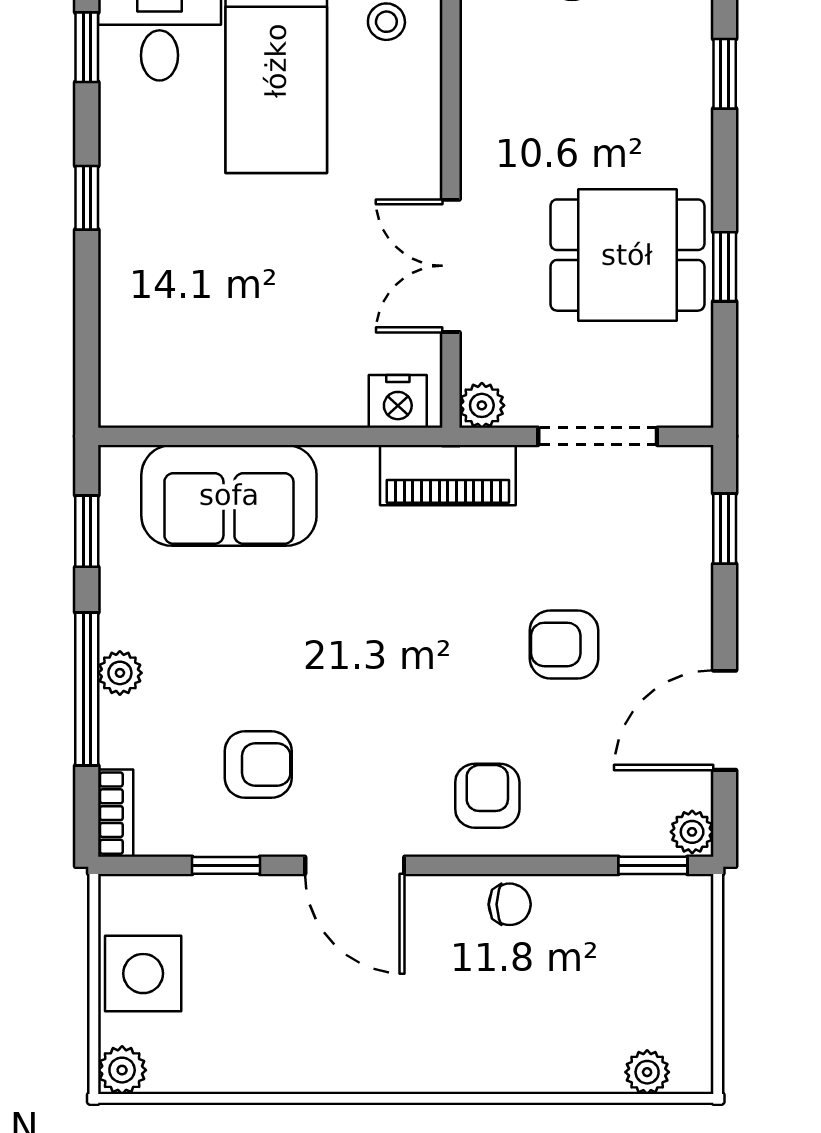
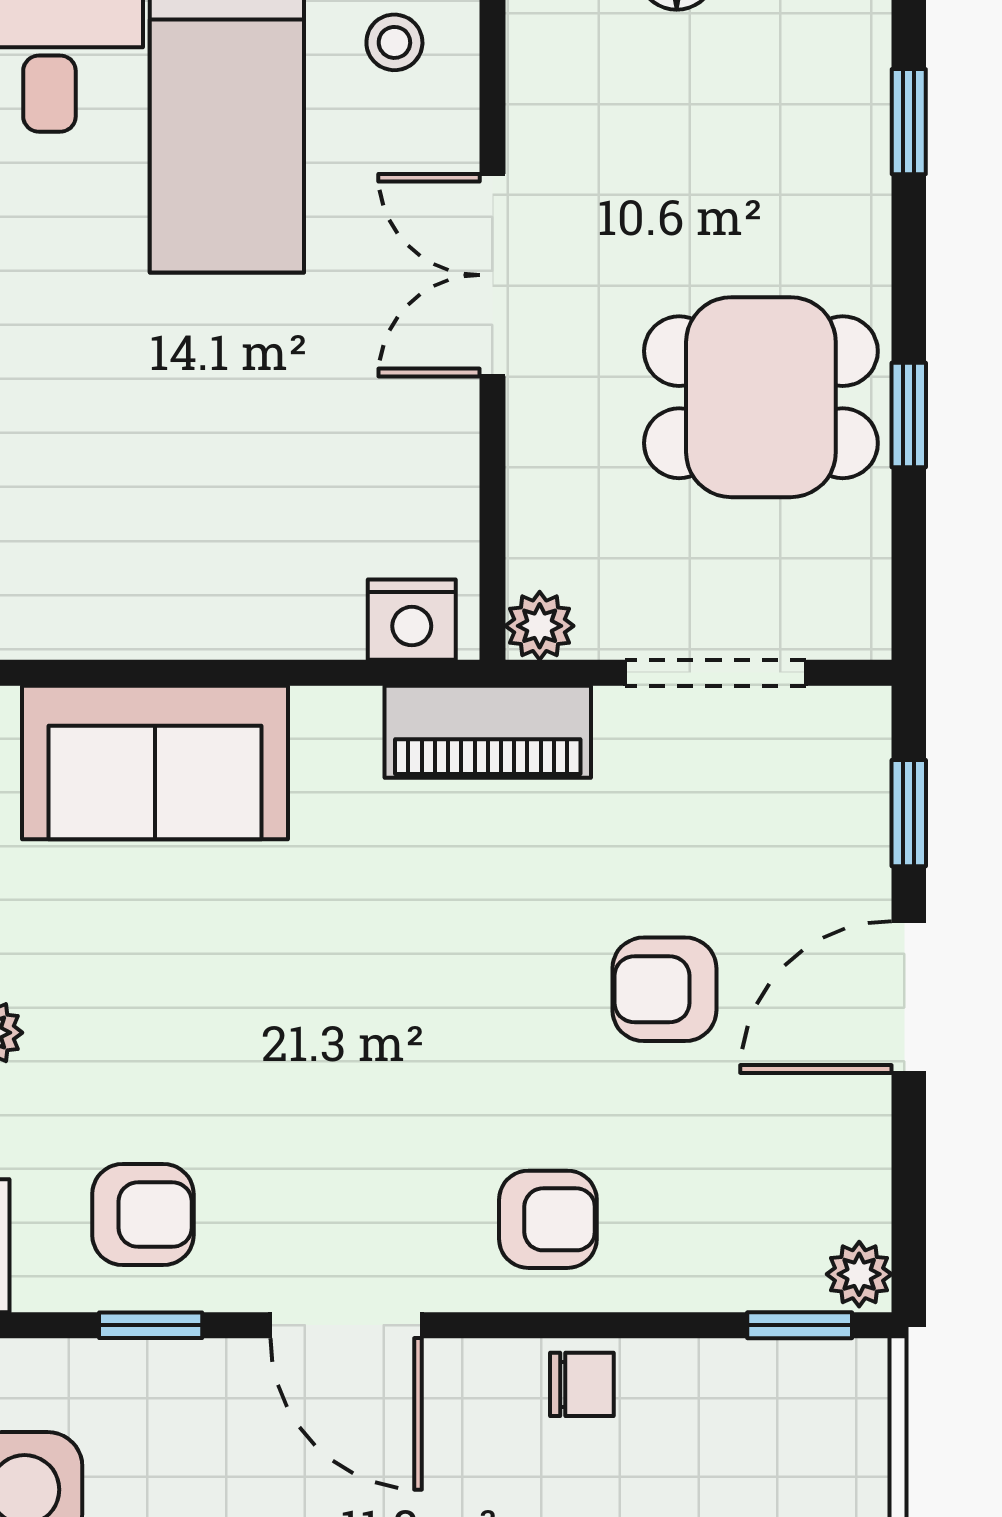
double door: (451, 266) -> (492, 275), moved
door: (725, 720) -> (909, 997), moved
armchair: (258, 764) -> (143, 1215), moved
armchair: (487, 796) -> (548, 1219), turned 90

